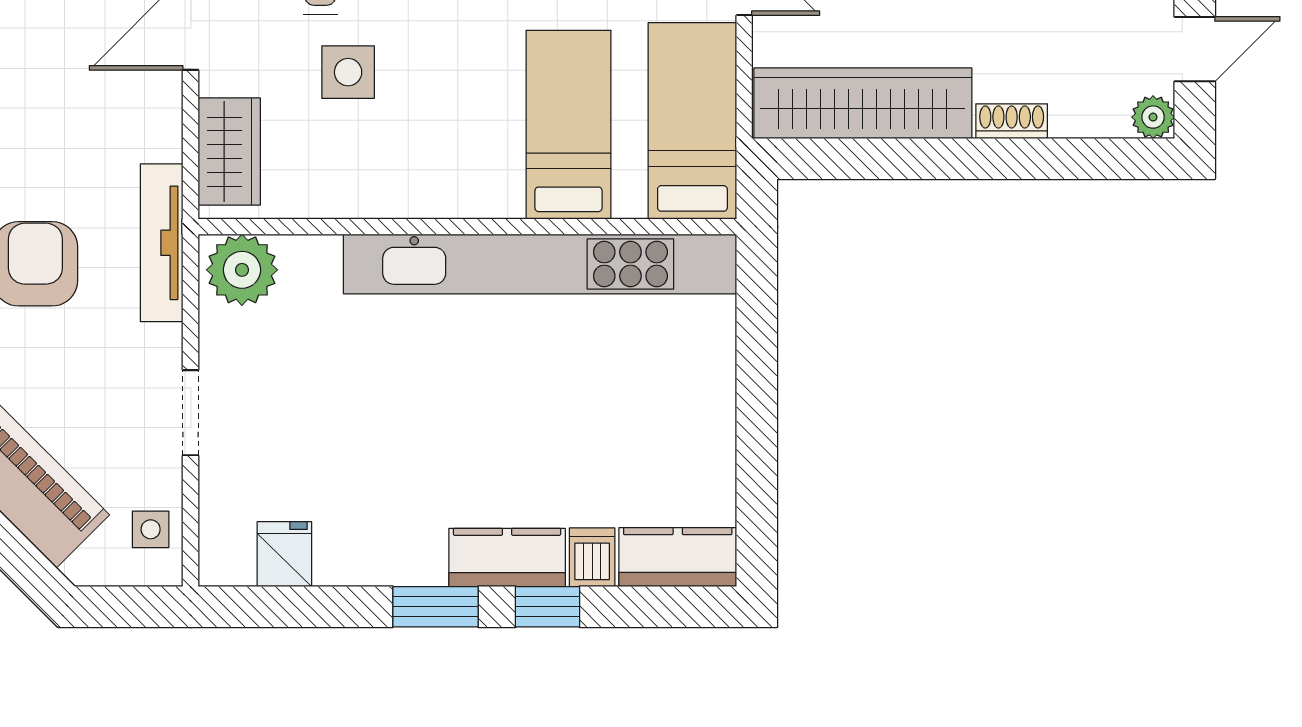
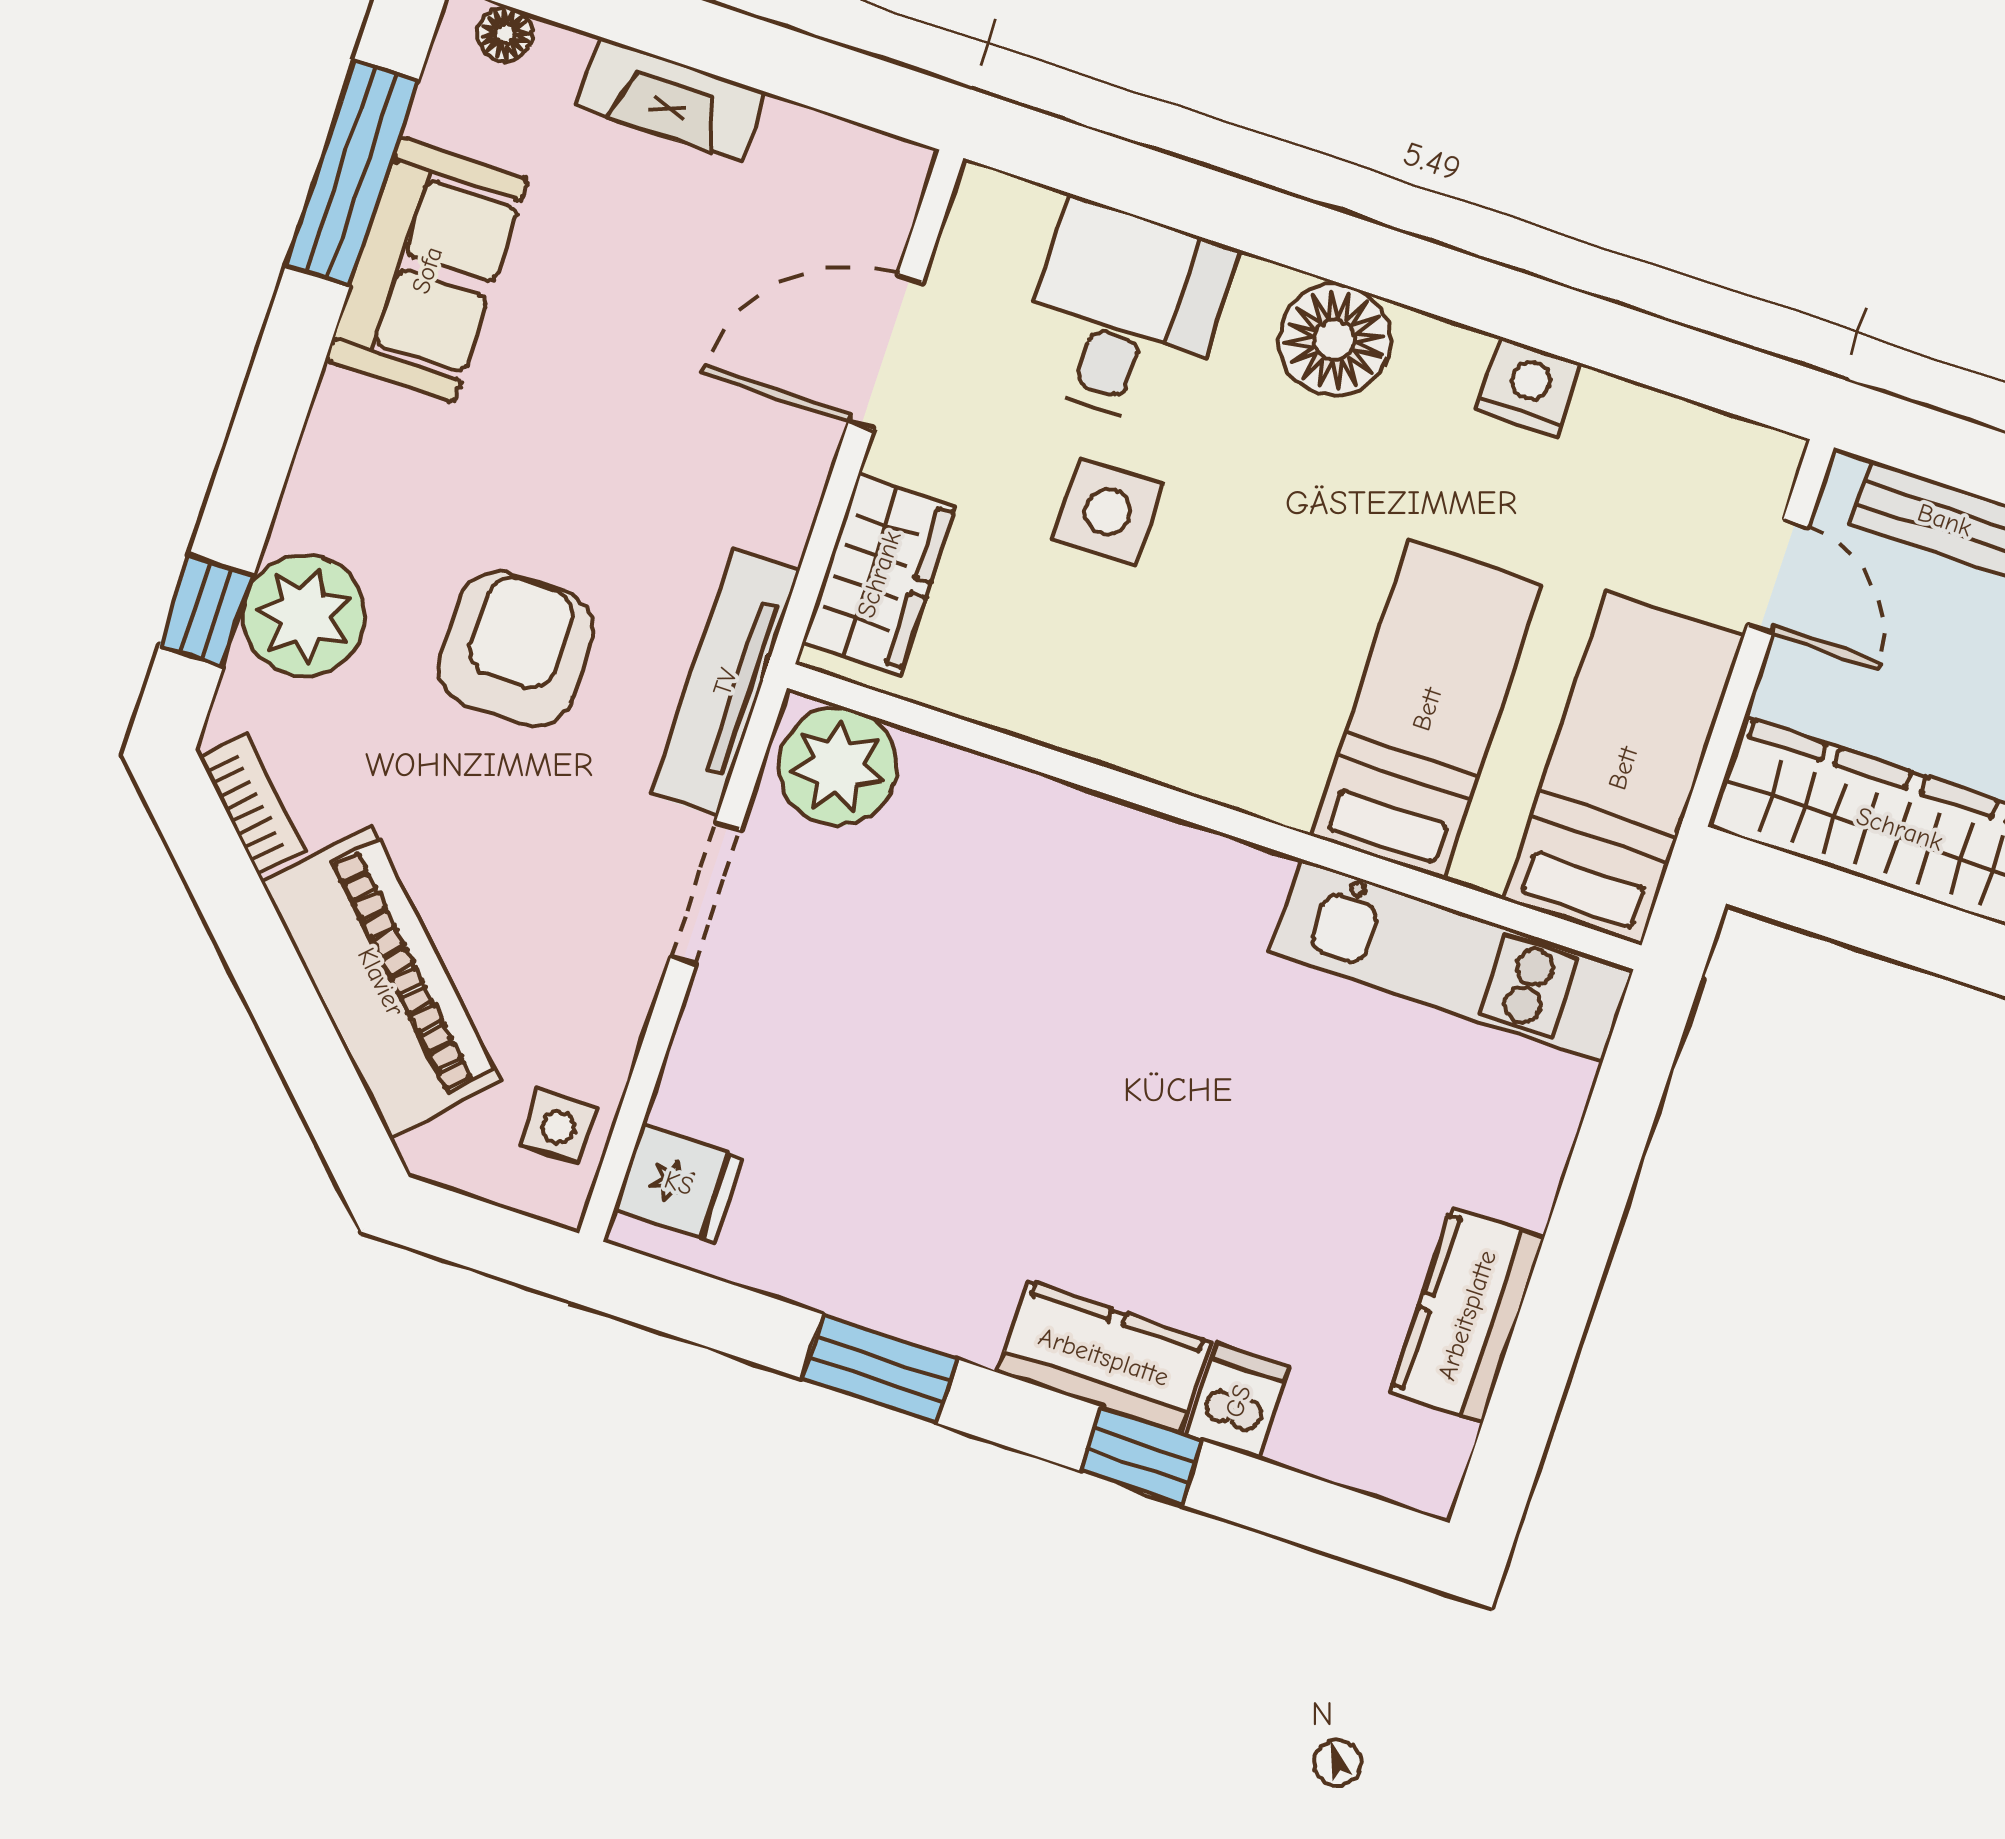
kitchen unit: (540, 264) -> (1452, 961), width x0.54
doorway: (191, 413) -> (705, 894), moved
fridge: (284, 554) -> (679, 1183), moved, turned 90
kitchen counter: (678, 557) -> (1467, 1315), moved, turned -90
window: (435, 607) -> (880, 1369), moved

